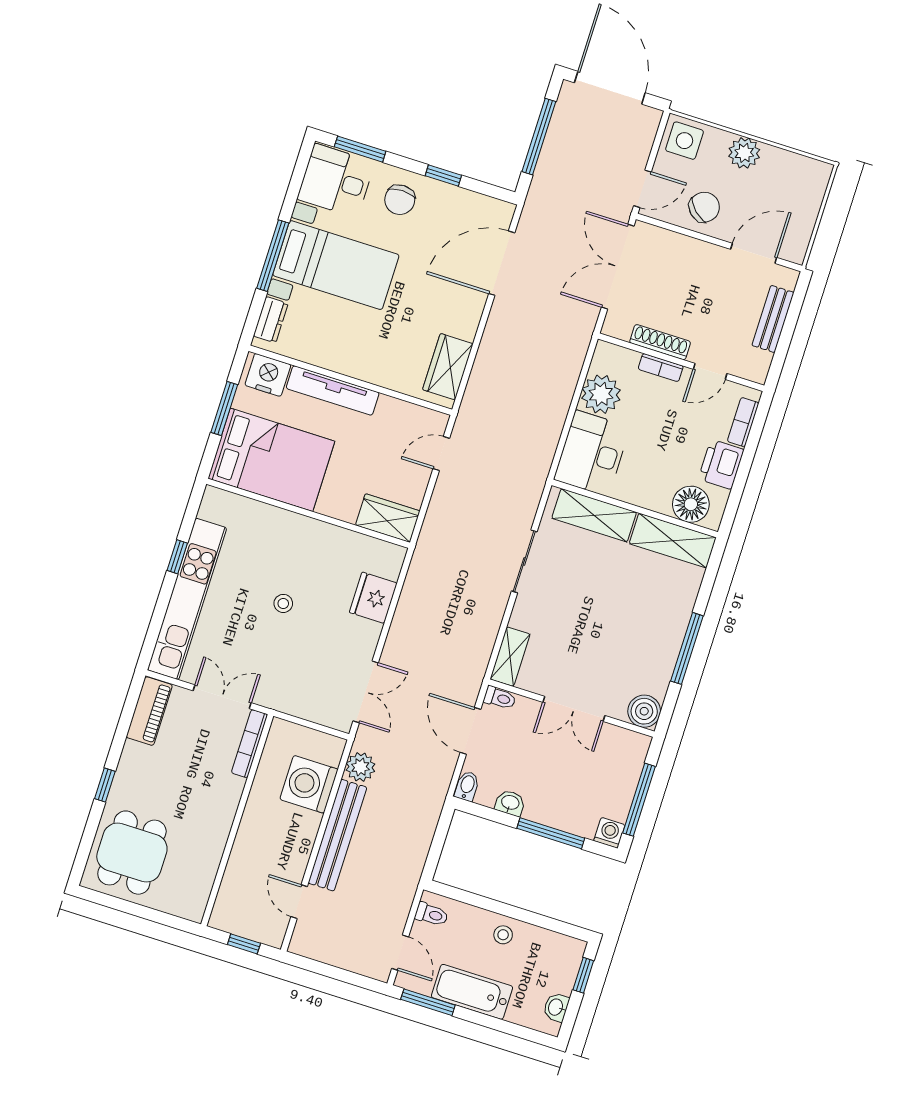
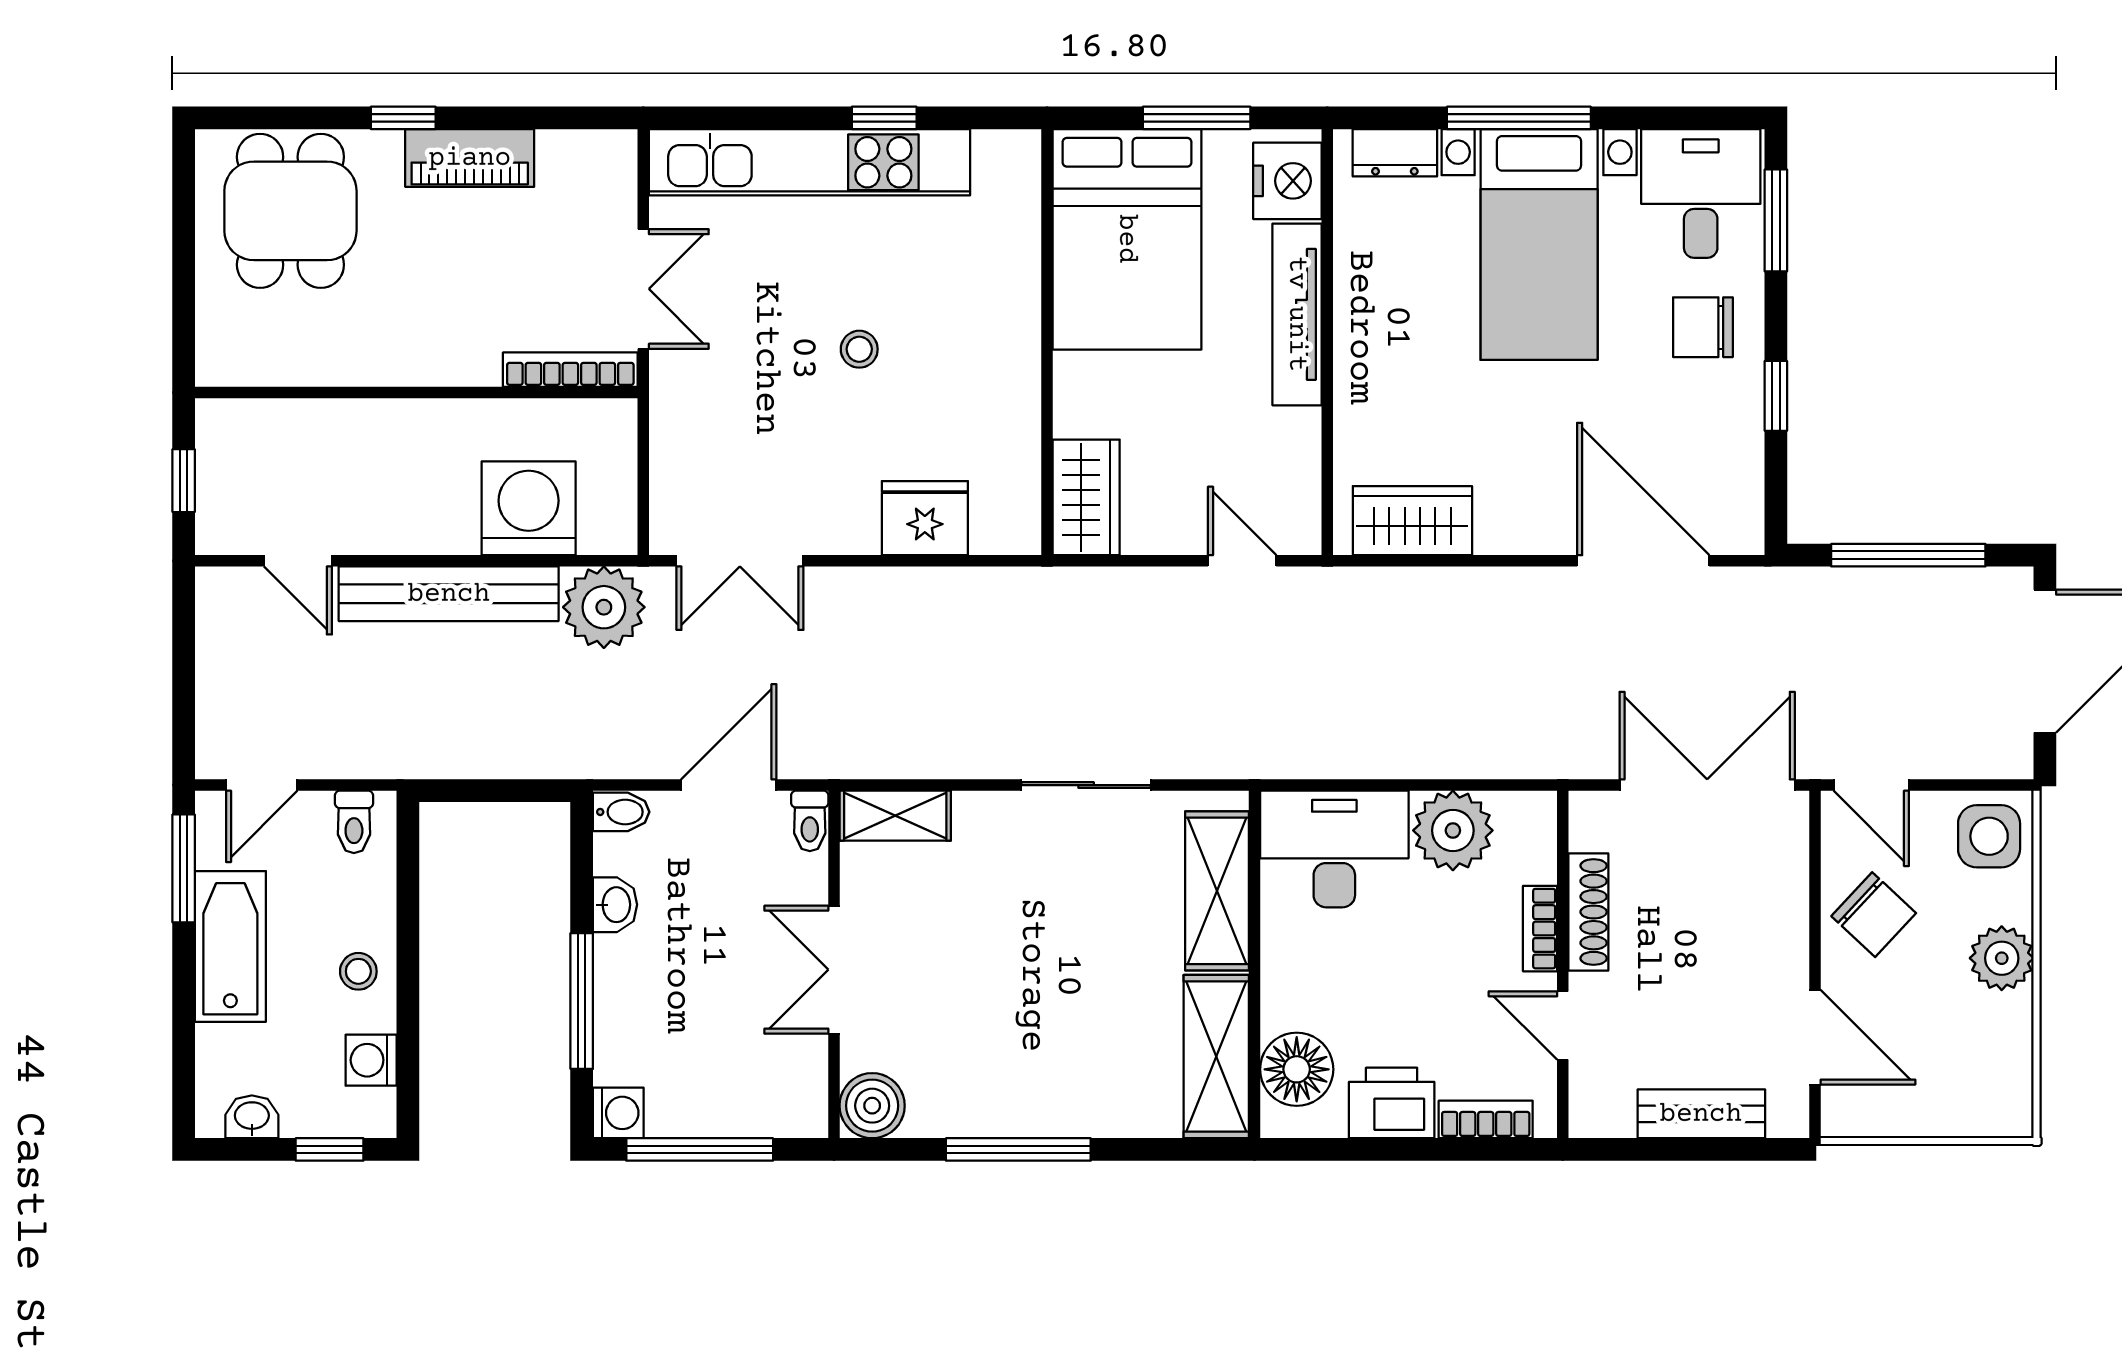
piano: (149, 711) -> (470, 158), moved
plant: (360, 767) -> (604, 607), width x1.36, depth x1.36
dining table: (132, 853) -> (290, 211), turned 90
door: (299, 902) -> (298, 561), swing flipped
washing machine: (547, 942) -> (371, 1060), added

